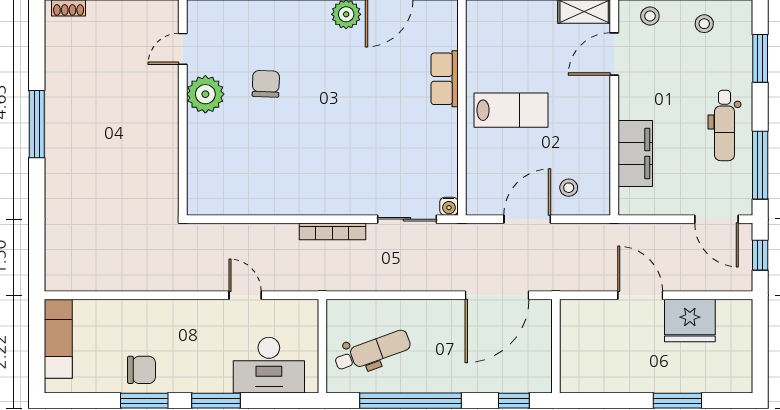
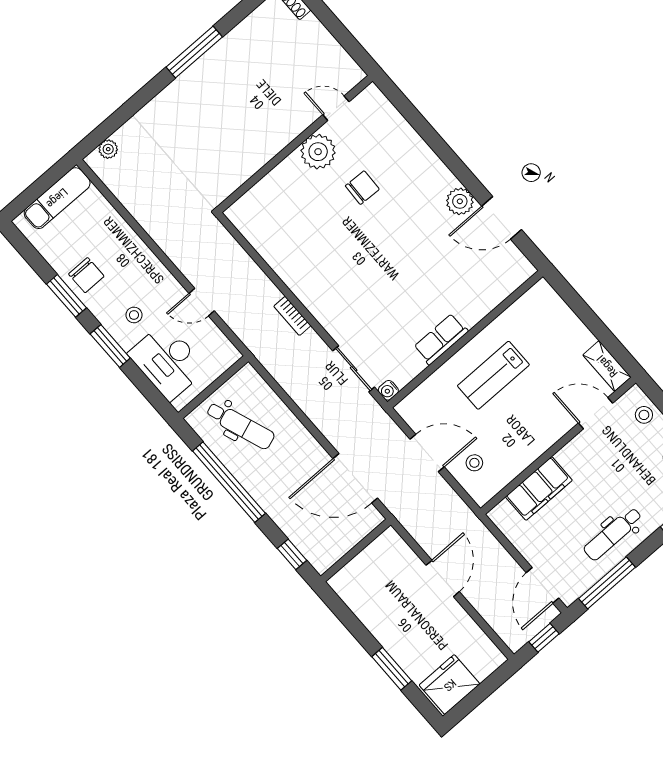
row of seats: (445, 79) -> (441, 339), moved
lab bench: (511, 110) -> (493, 375), turned 90
bookcase: (332, 231) -> (292, 316), width x0.64
plant: (55, 263) -> (108, 149), added
door: (245, 295) -> (202, 302), swing flipped
fridge: (690, 320) -> (450, 685), moved, turned 90
stool: (208, 359) -> (134, 315), added

